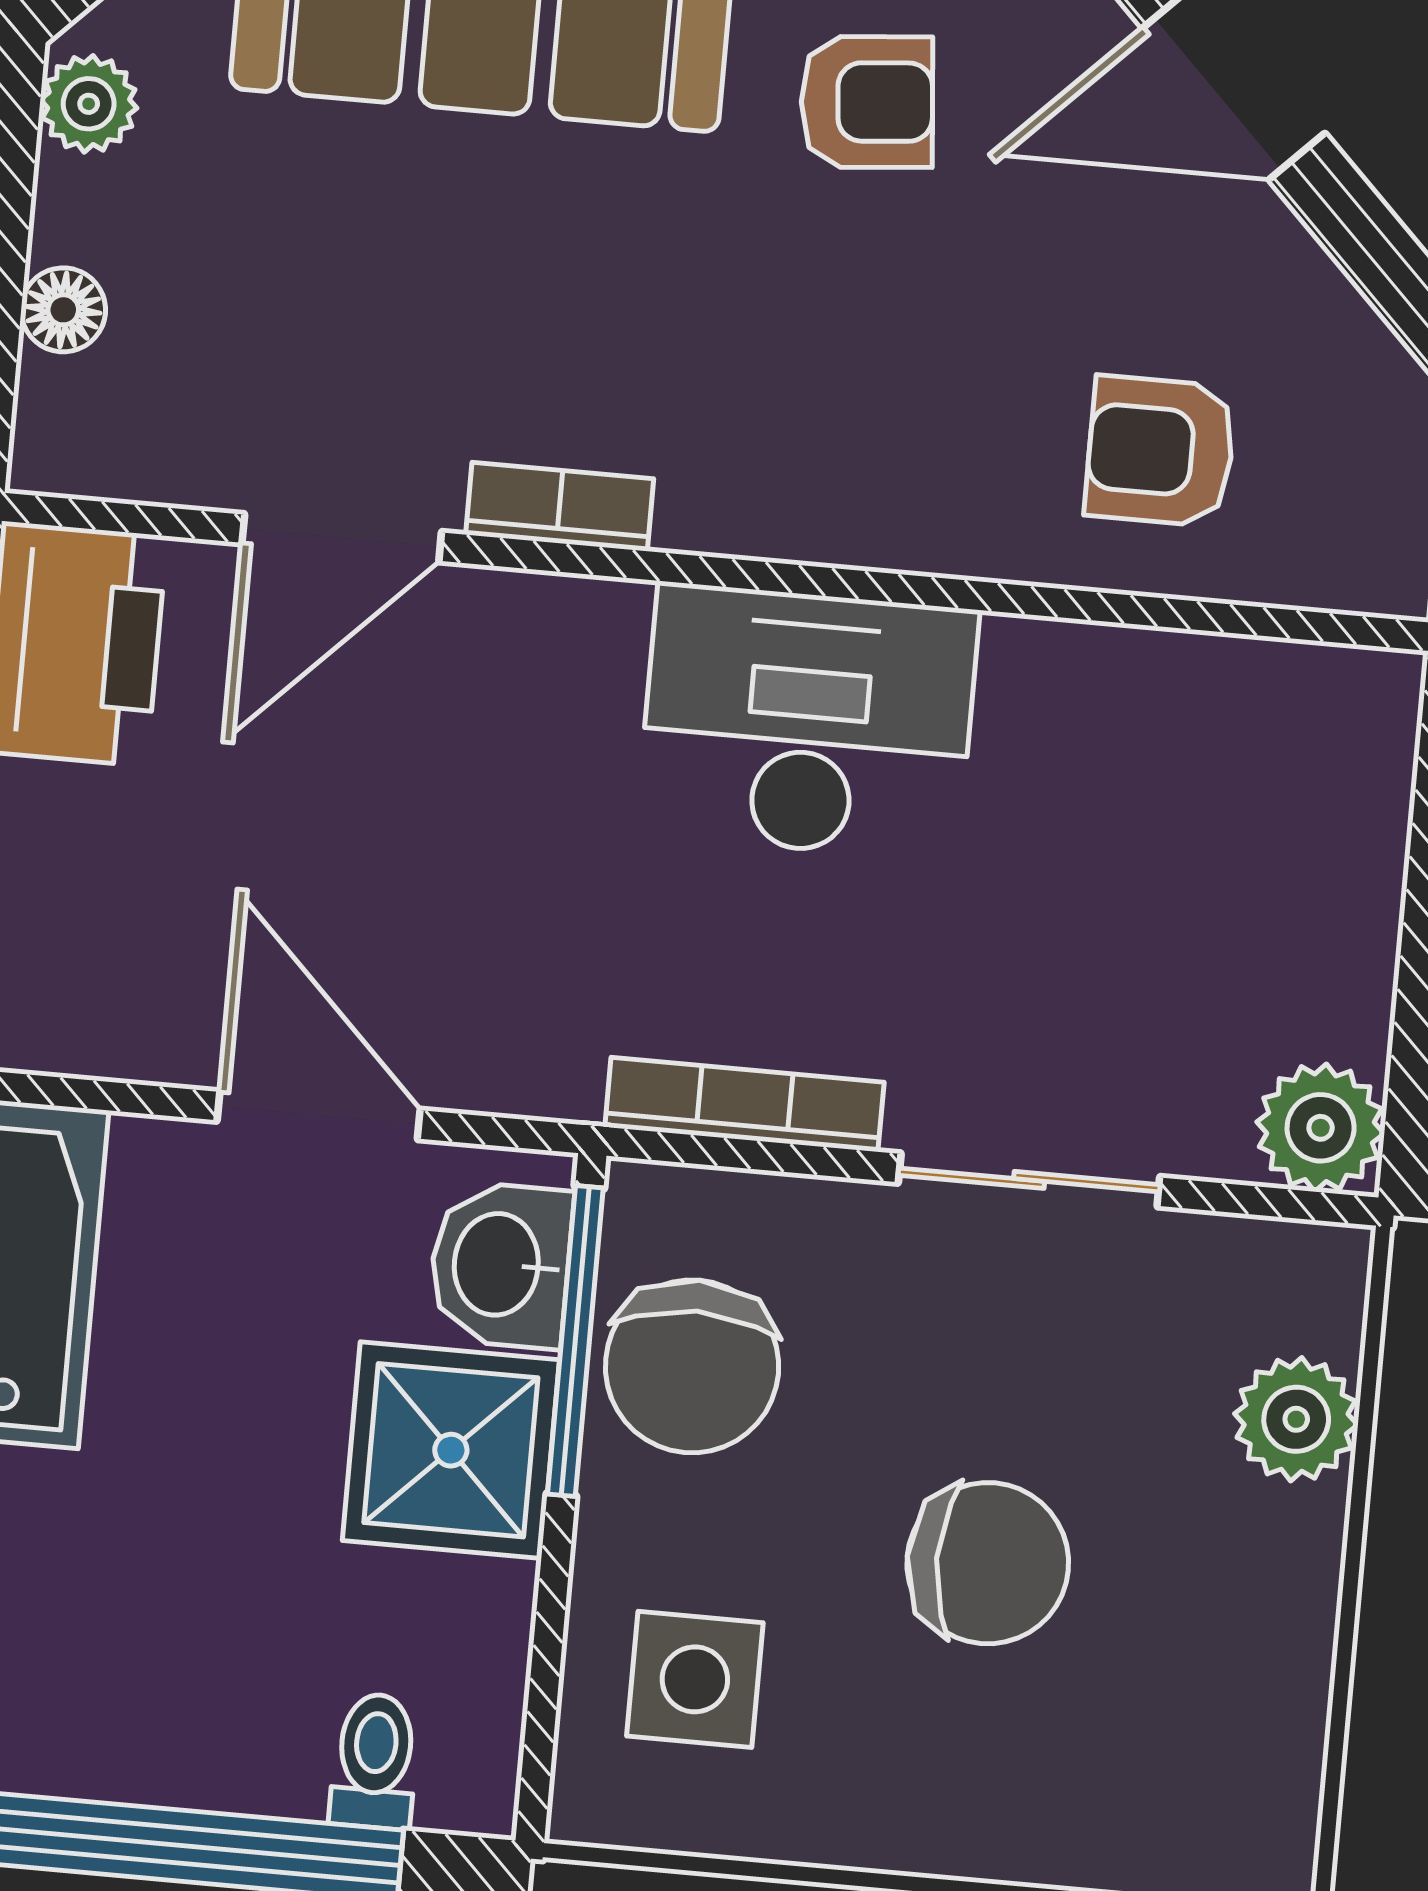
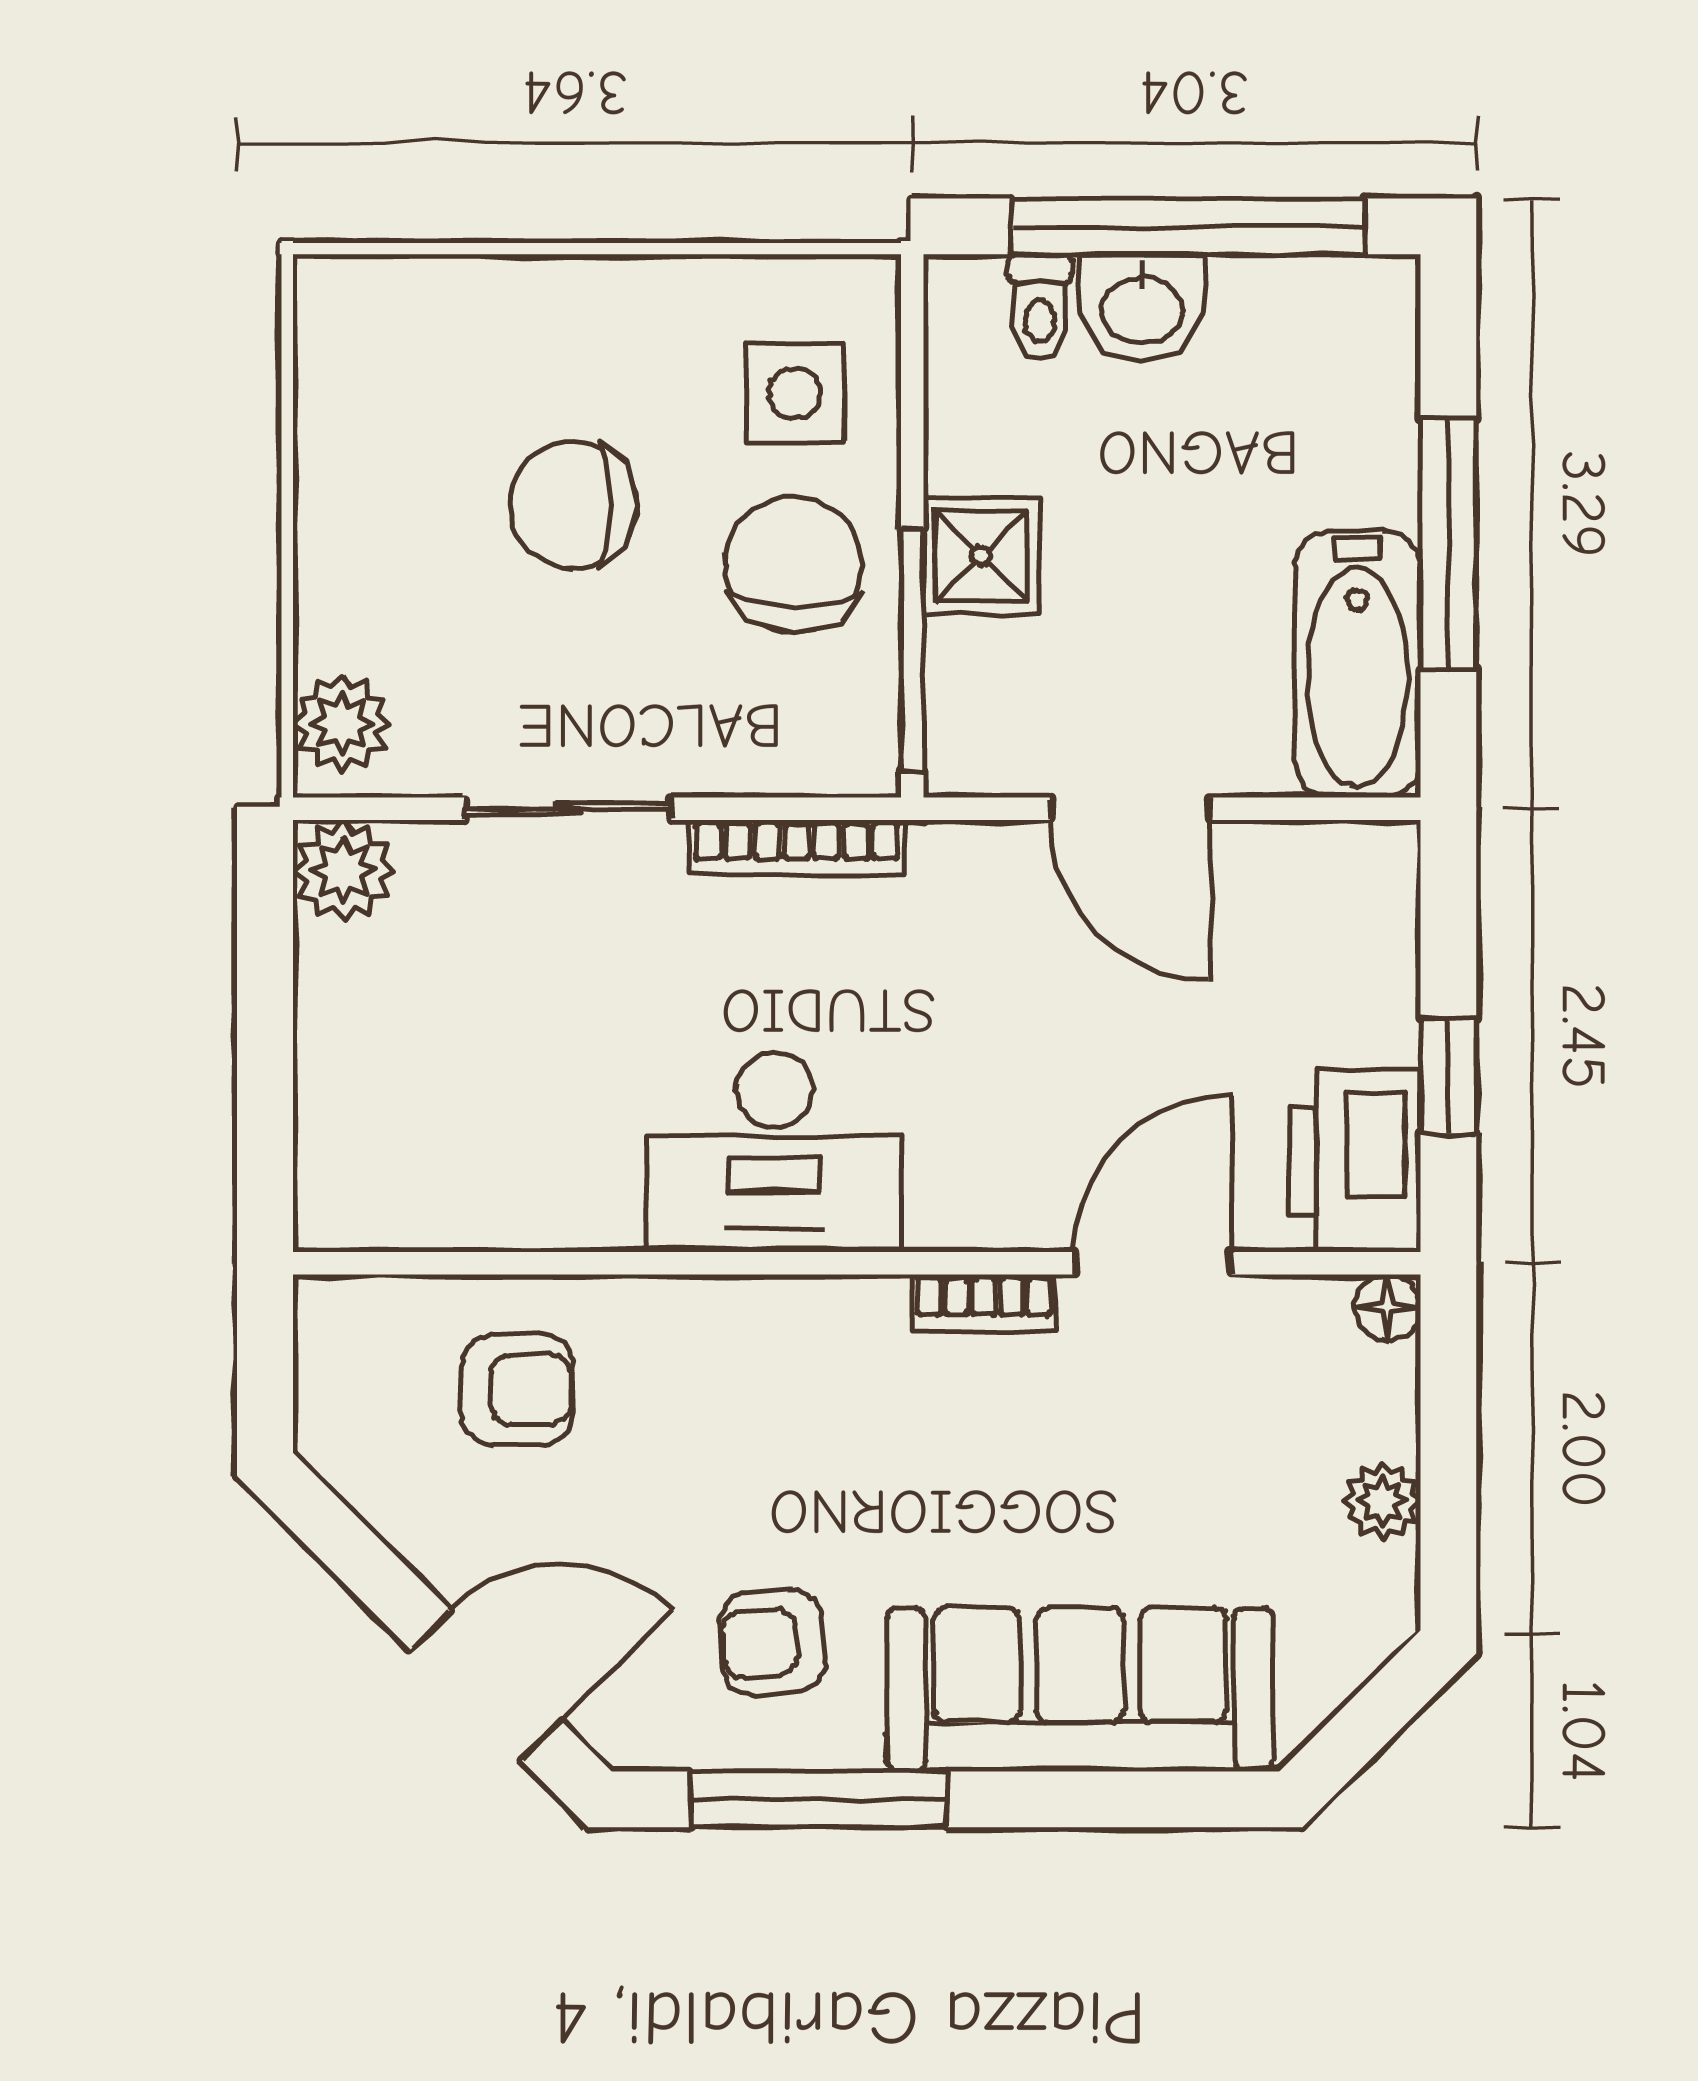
plant: (89, 104) -> (1382, 1501), moved
floor lamp: (63, 310) -> (1387, 1308), moved
washbasin: (500, 1265) -> (1142, 307), moved, turned 90
chair: (692, 1366) -> (794, 564), moved
plant: (1296, 1419) -> (342, 723), moved
shower: (451, 1450) -> (981, 556), width x0.73, depth x0.73

